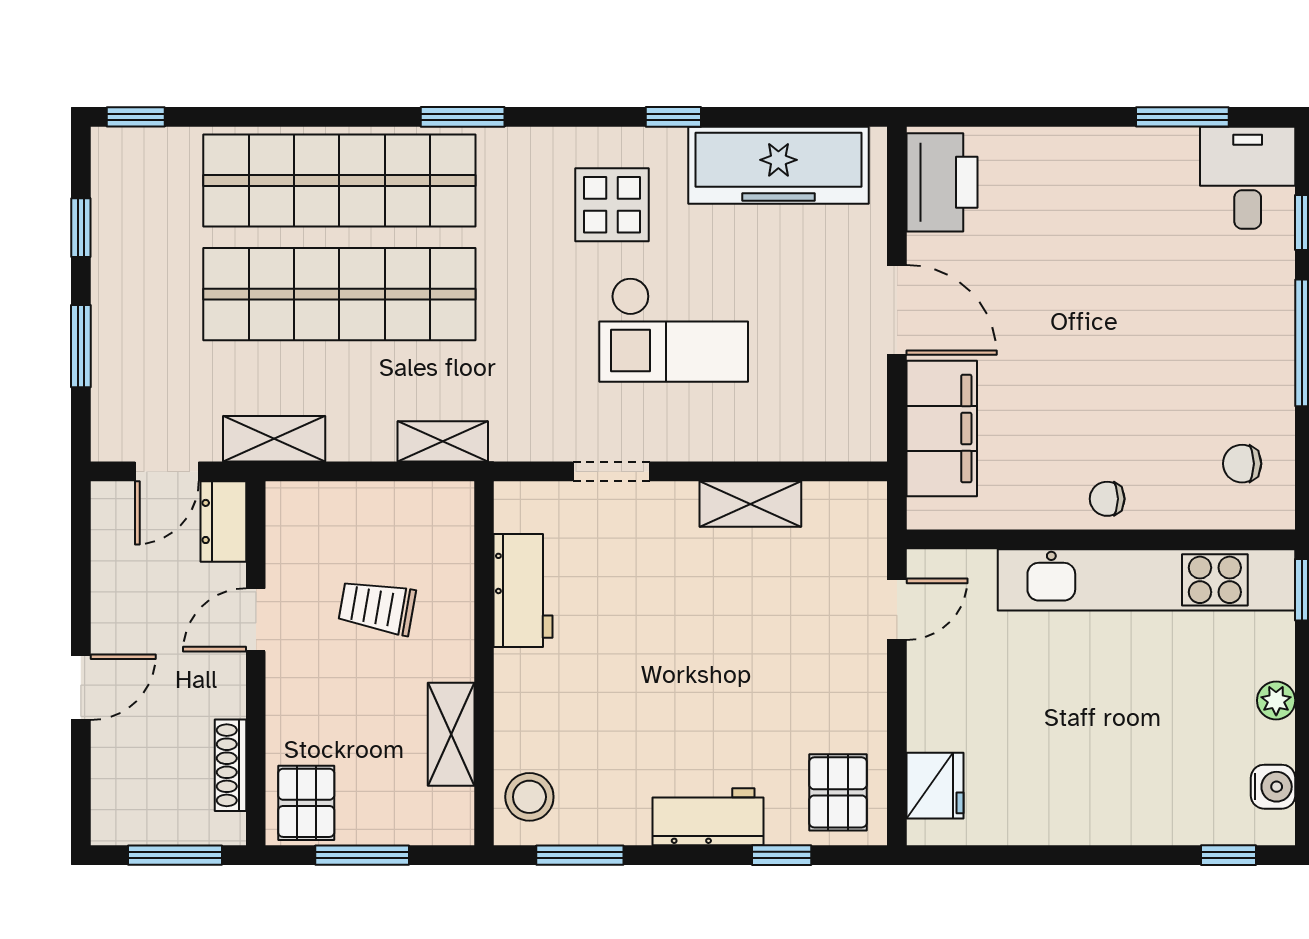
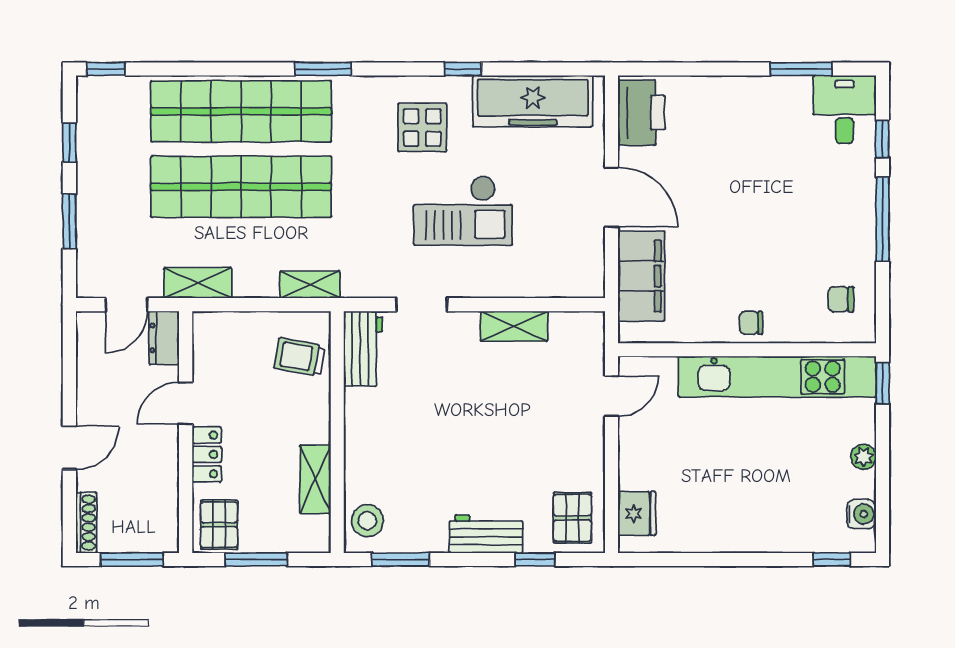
workbench: (523, 590) -> (363, 349), moved
trolley: (377, 607) -> (300, 357), moved
locker: (288, 697) -> (207, 454), added
shoe rack: (230, 765) -> (86, 523), moved, turned 180

